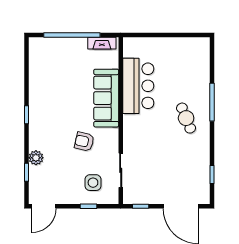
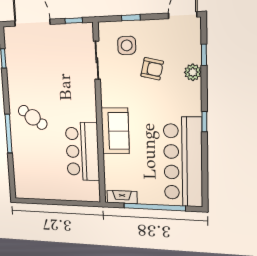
bar counter: (45, 78) -> (183, 162), added
sofa: (106, 98) -> (115, 131), width x0.73
cafe table: (186, 118) -> (33, 117), turned -32
armchair: (84, 142) -> (152, 69), moved

